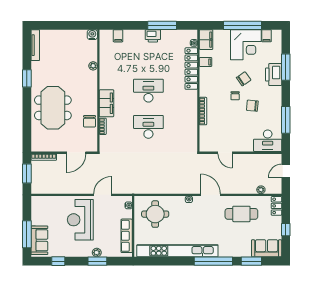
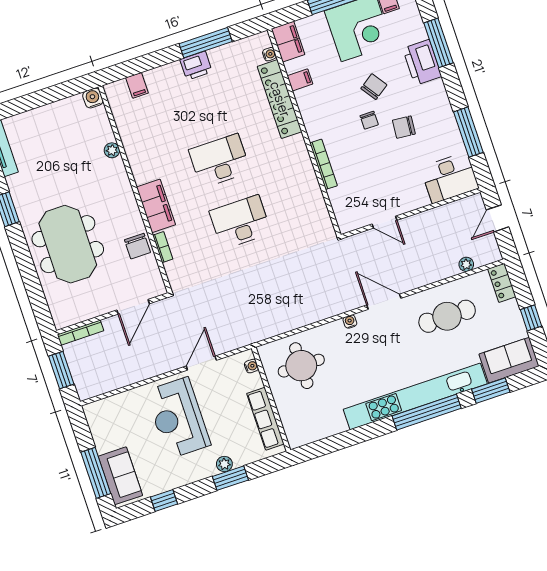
kitchen unit: (177, 251) -> (415, 396), moved

